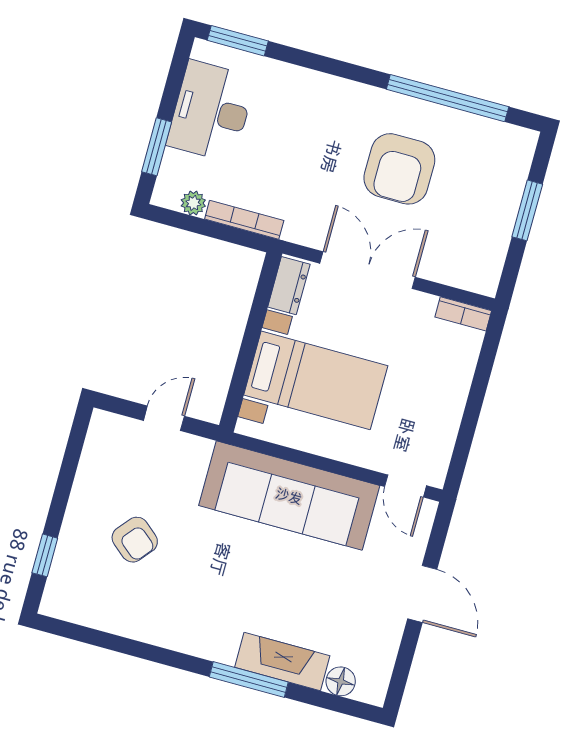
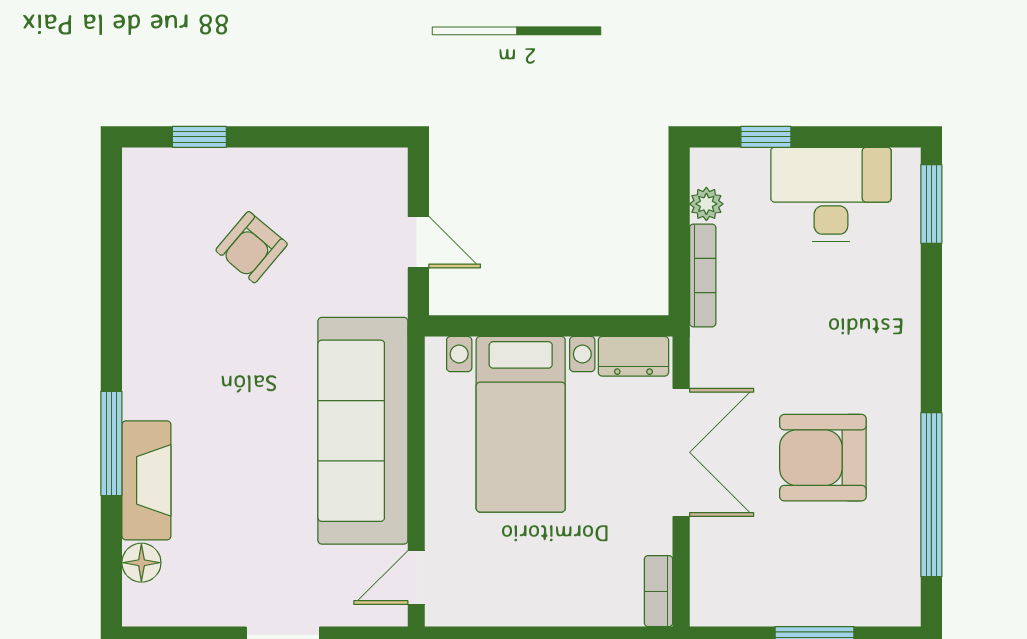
window: (157, 147) -> (766, 137), width x0.67

